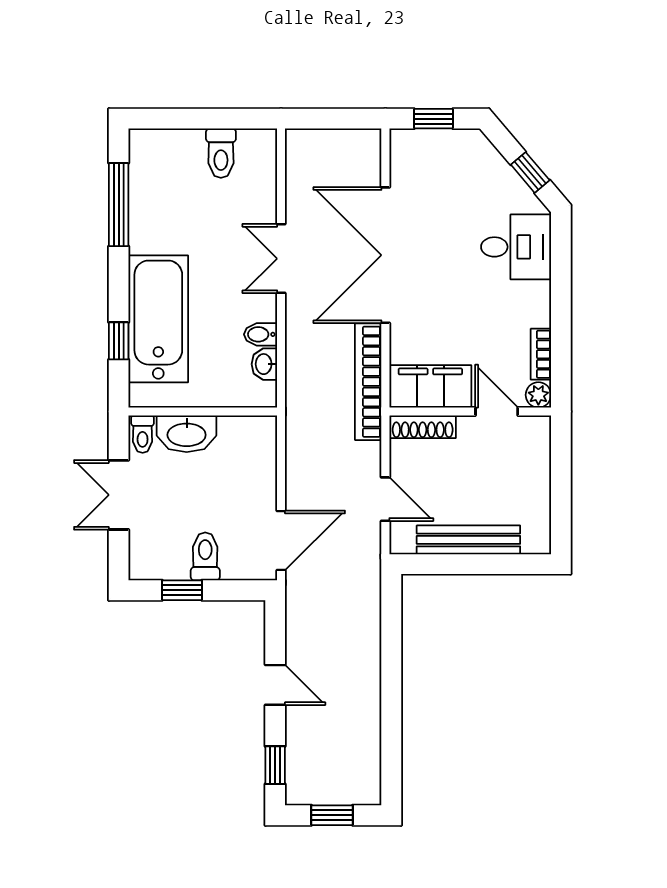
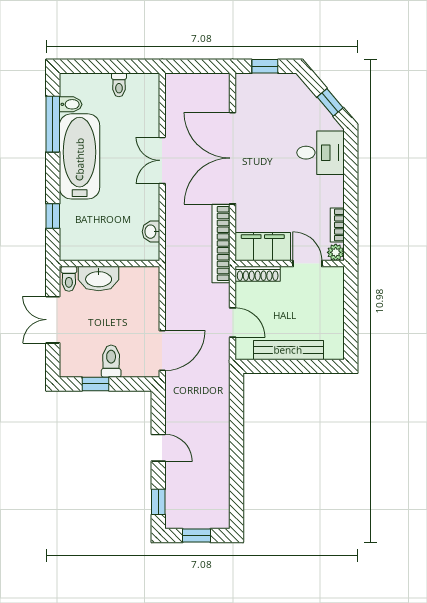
toilet: (221, 153) -> (119, 85), width x0.73, depth x0.72
bathtub: (158, 319) -> (80, 156), moved
bidet: (261, 334) -> (71, 104), moved, turned 180

